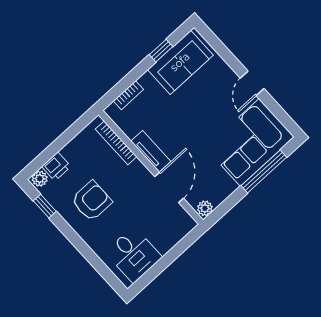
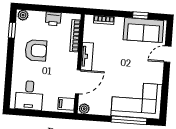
door: (252, 83) -> (168, 54), moved
printer: (56, 166) -> (53, 19), moved
filing cabinet: (181, 223) -> (66, 104), added

